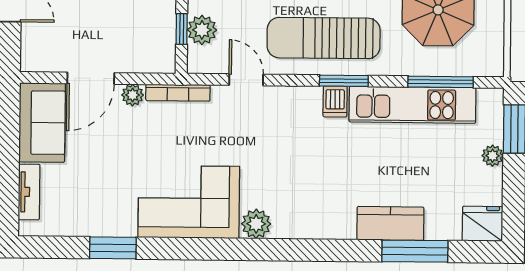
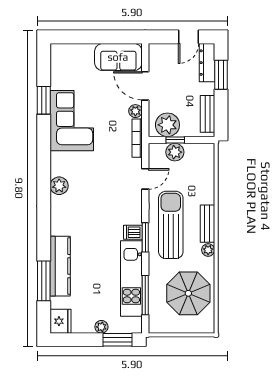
plant: (156, 42) -> (167, 125), added
tv unit: (29, 192) -> (77, 50), removed
corner sofa: (189, 202) -> (72, 121), moved
kitchen counter: (390, 223) -> (60, 266), width x1.50

